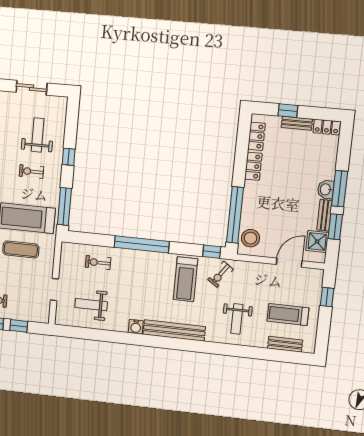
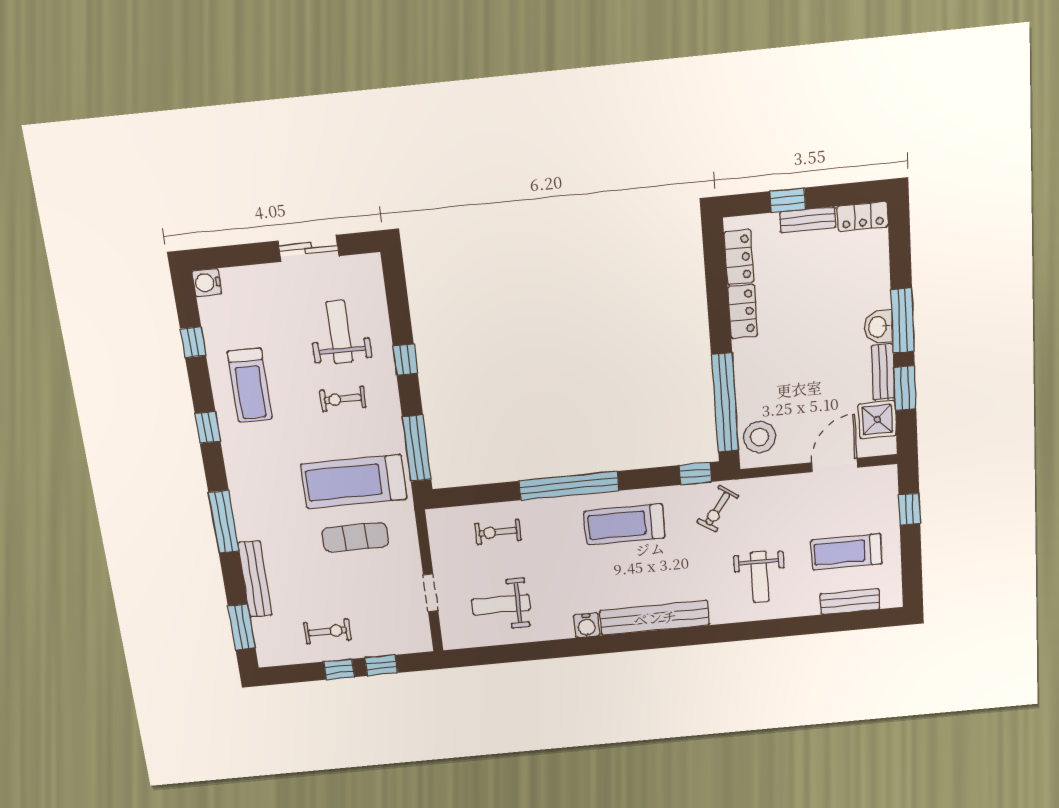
treadmill: (185, 279) -> (625, 524), moved, turned 90

